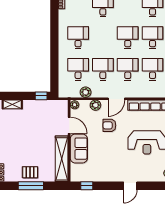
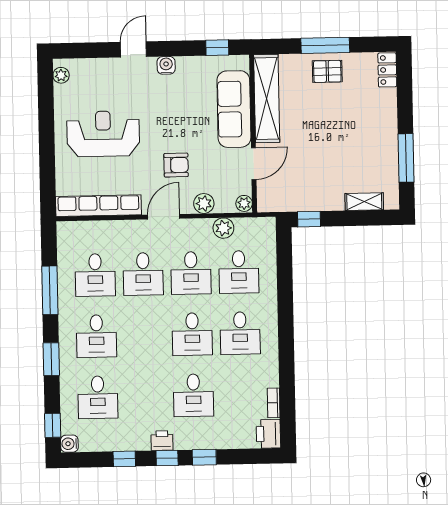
desk: (128, 38) -> (192, 334), moved
door: (69, 125) -> (254, 164), swing flipped
sofa: (79, 149) -> (234, 109), width x1.36
water cooler: (113, 177) -> (166, 65), added

